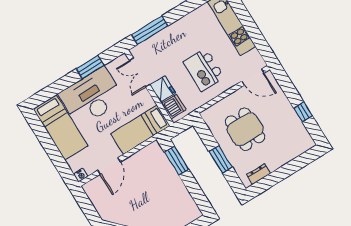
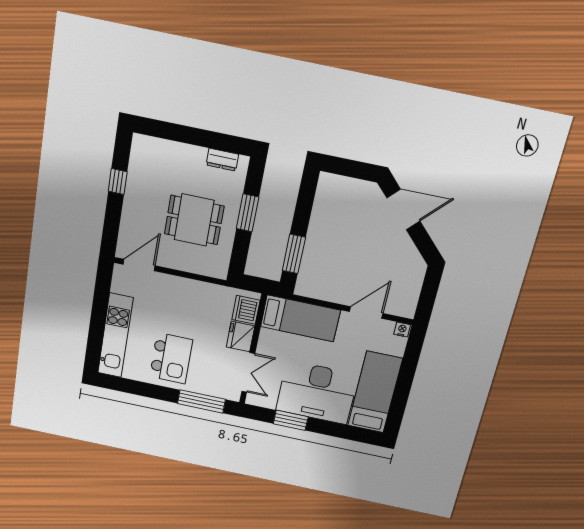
kitchen island: (204, 70) -> (171, 358), moved
door: (253, 77) -> (139, 265), hinge flipped
dining table: (245, 129) -> (194, 220), turned 90

